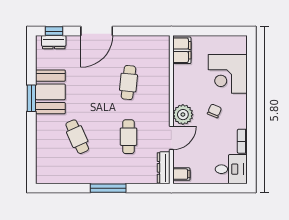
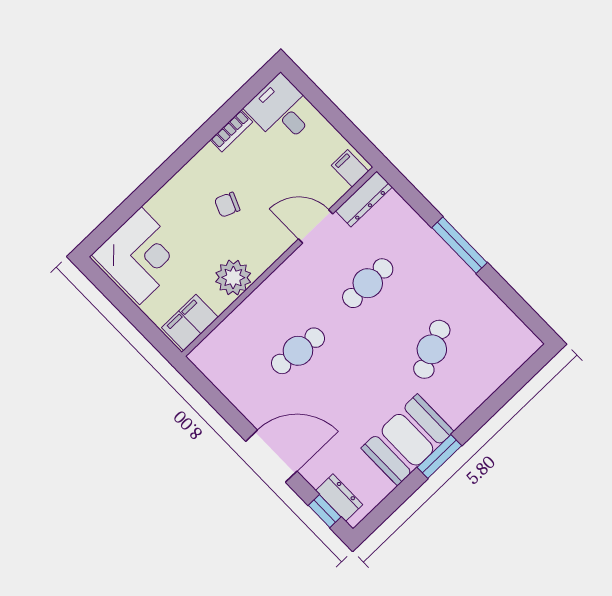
corner desk: (228, 74) -> (140, 256), moved
plant: (183, 115) -> (233, 278), moved

